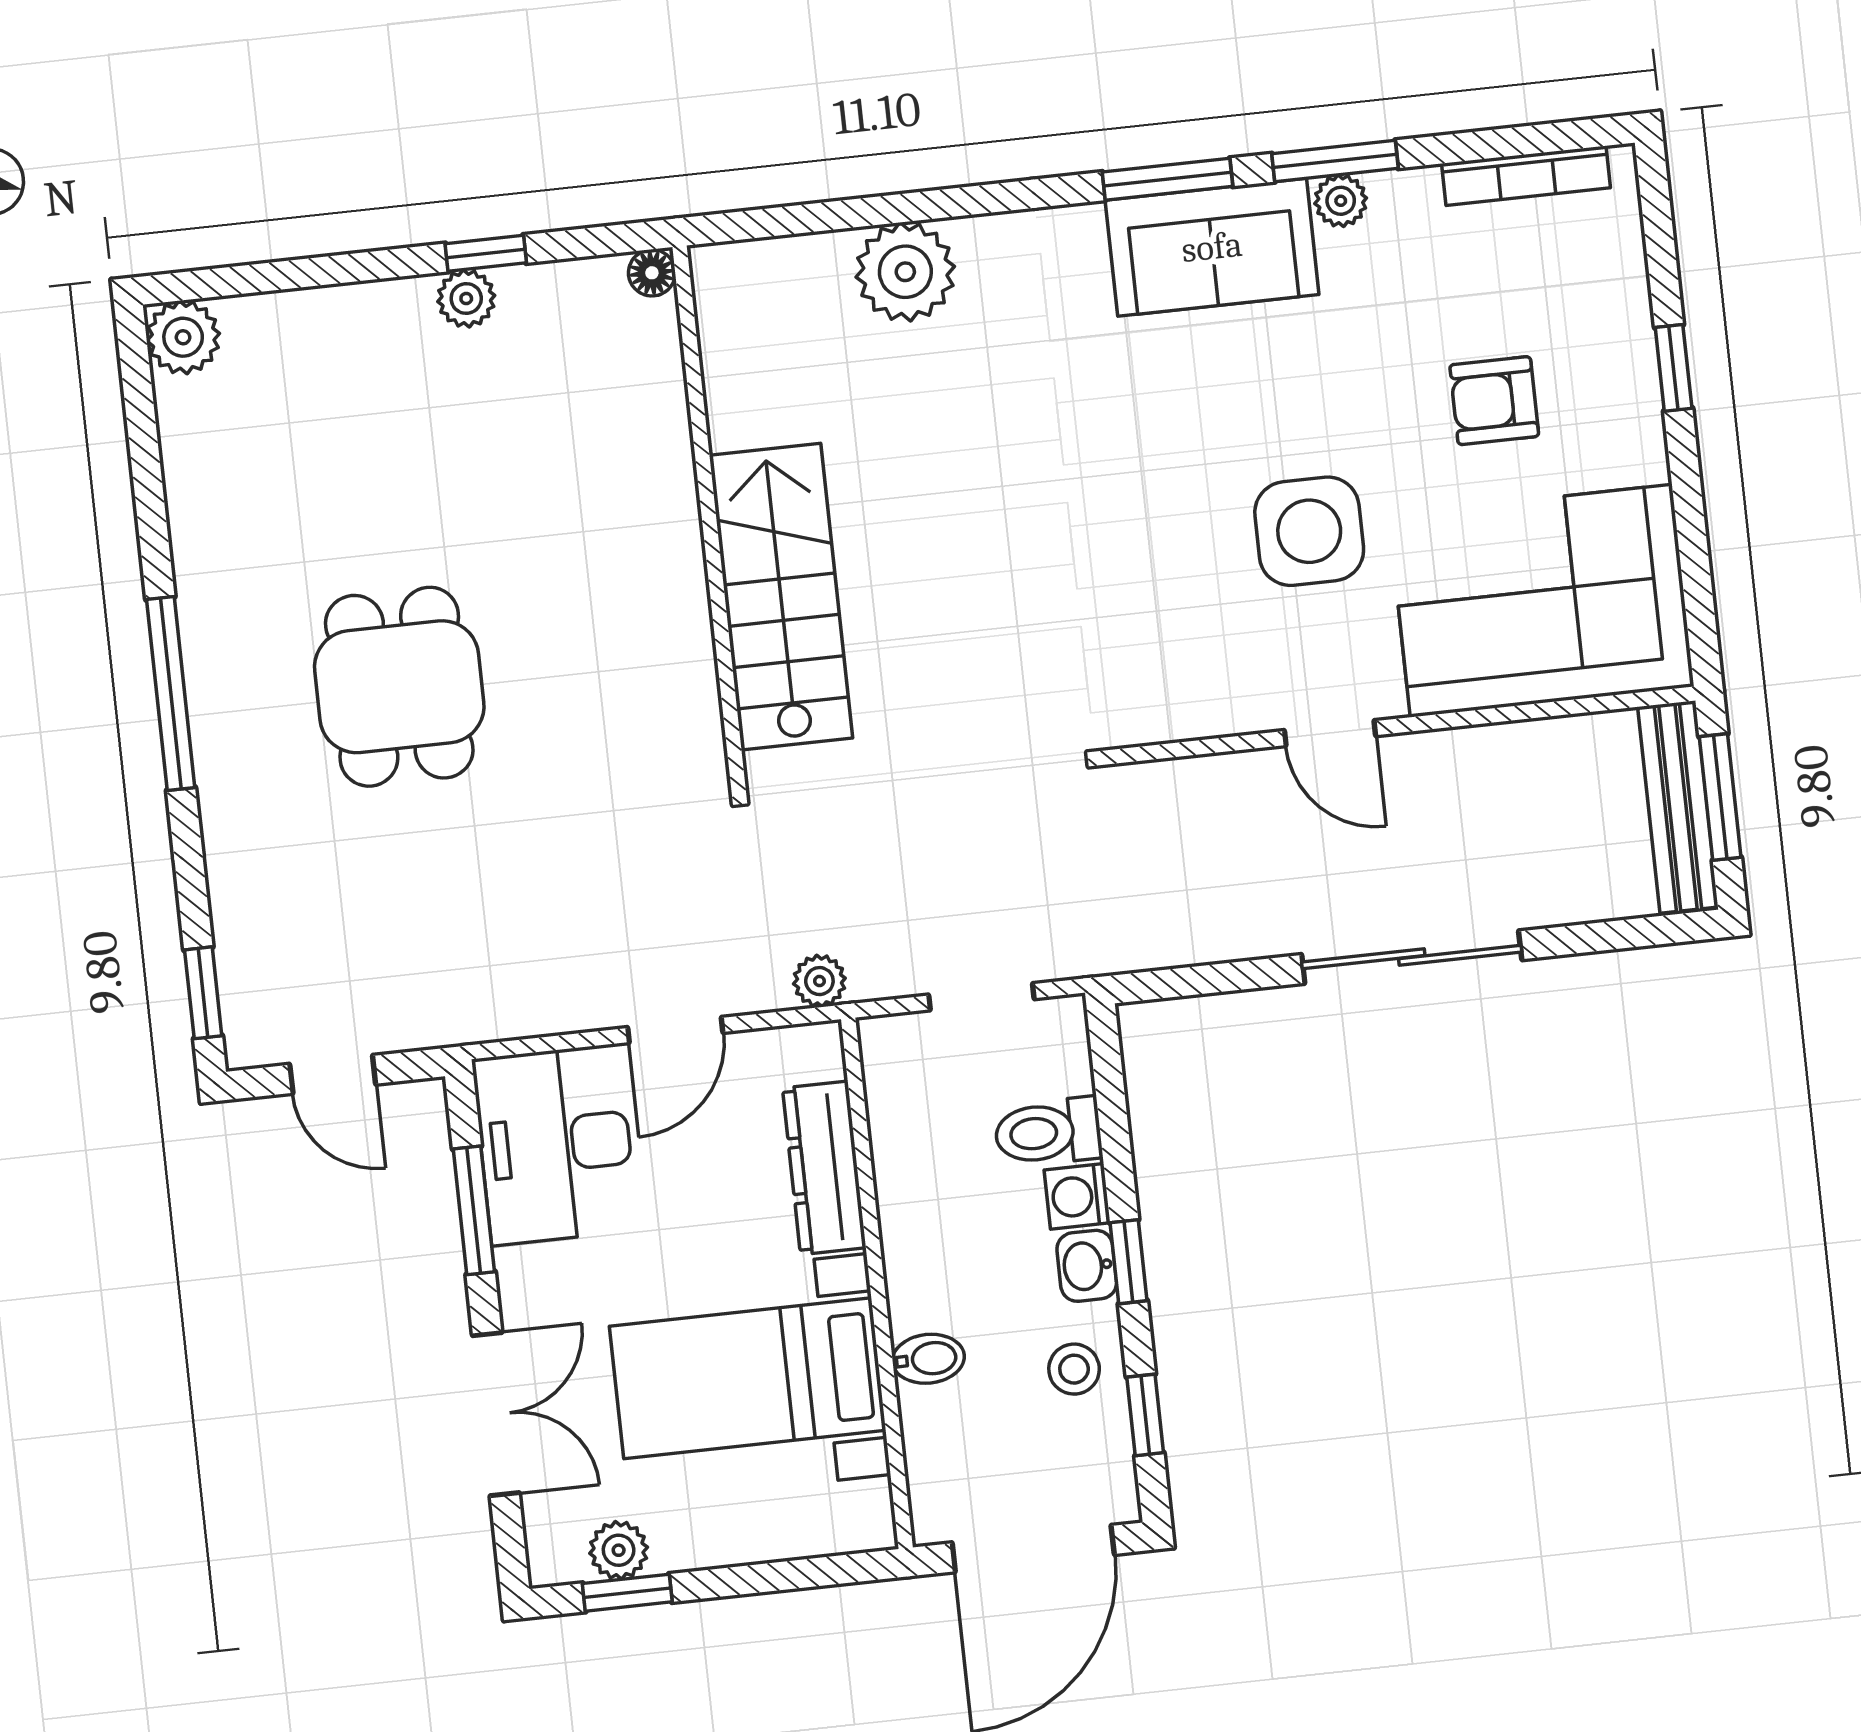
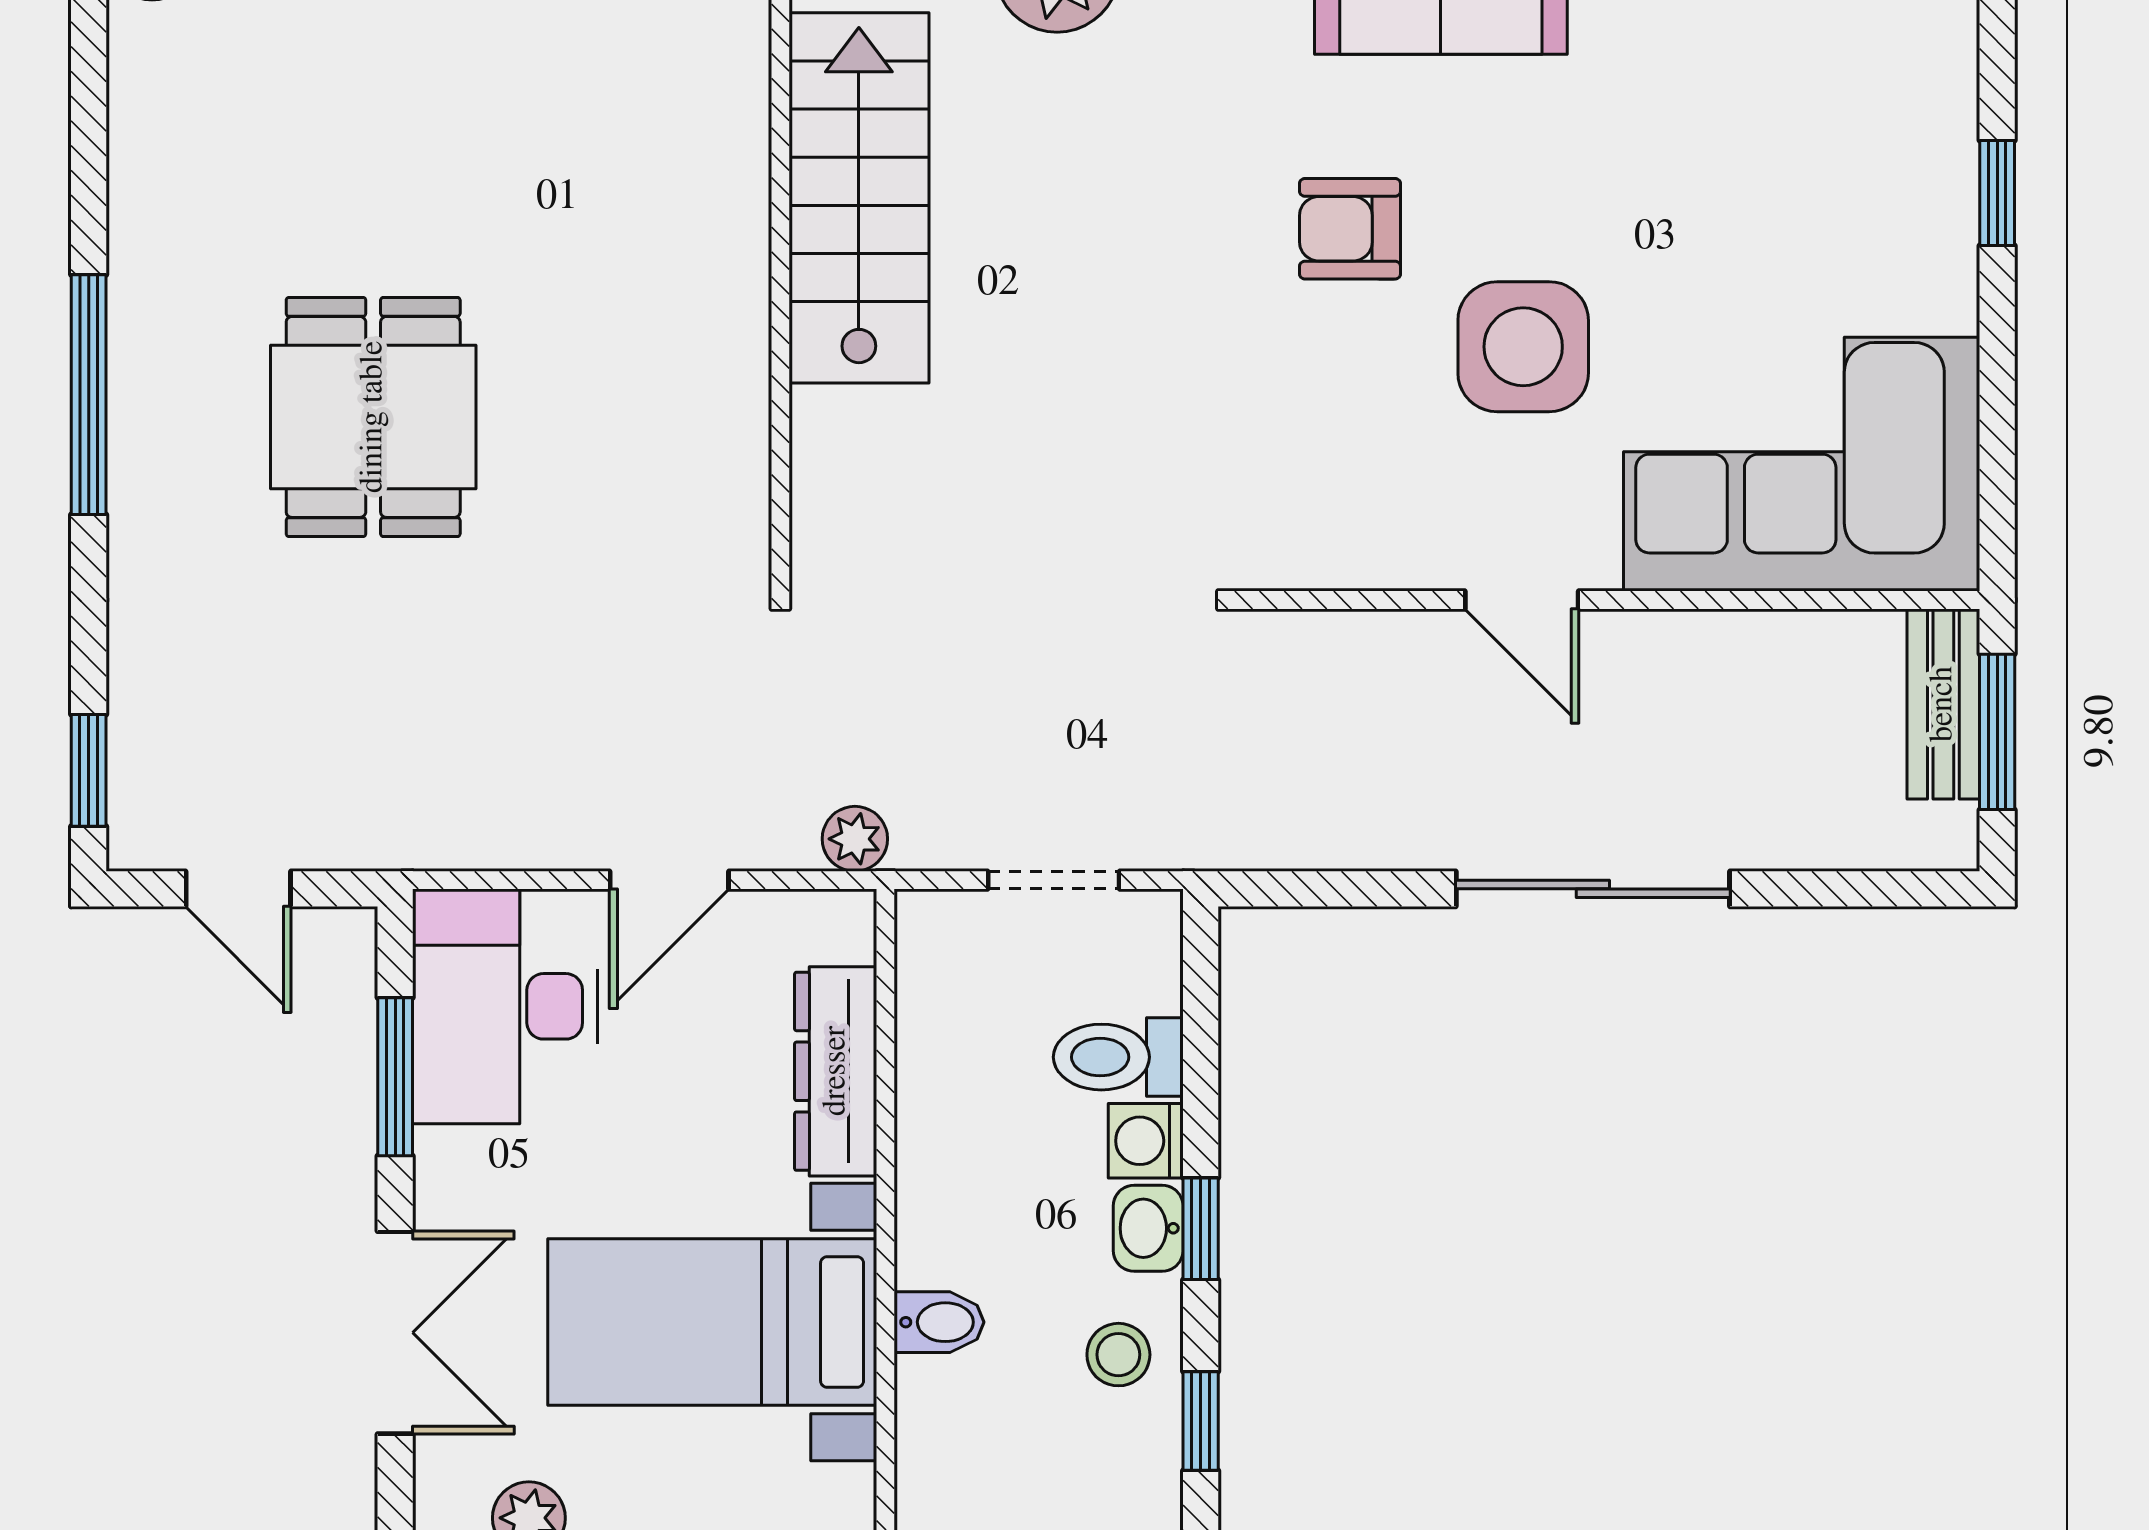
armchair: (1494, 401) -> (1350, 229), moved
stairs: (781, 597) -> (859, 198), moved
bench: (1678, 807) -> (1943, 704), width x0.73

